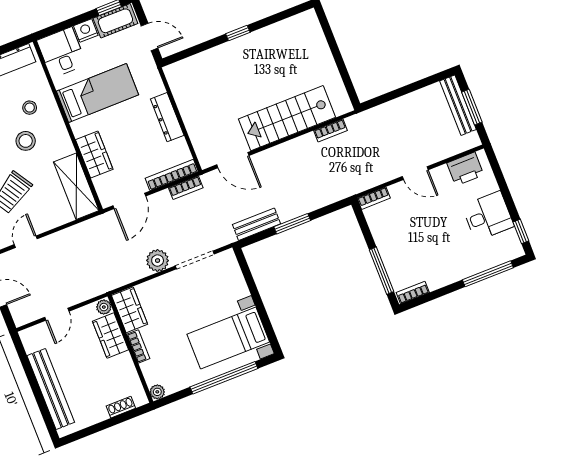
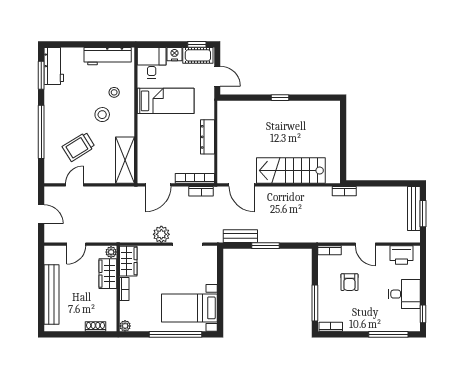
bookcase: (331, 131) -> (344, 191), moved
wardrobe: (94, 154) -> (146, 143), removed
armchair: (414, 228) -> (349, 282), added

